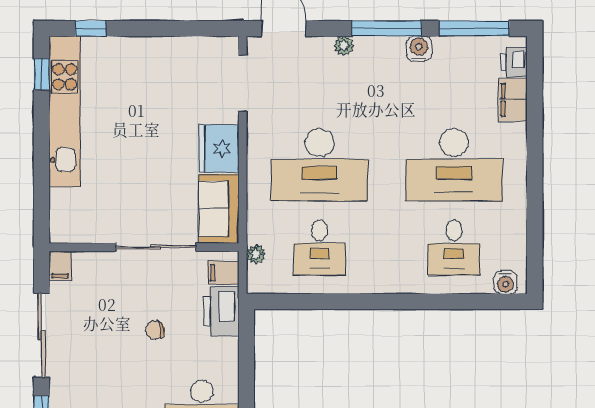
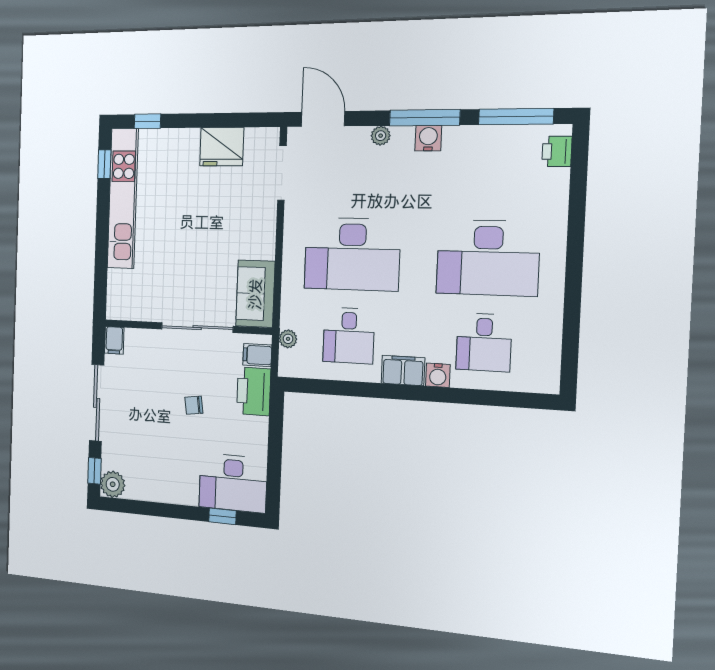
water cooler: (419, 49) -> (428, 138), moved
filing cabinet: (513, 100) -> (403, 371), moved, turned 90
fridge: (219, 149) -> (222, 147), moved, turned -90
water cooler: (506, 282) -> (438, 375), moved

